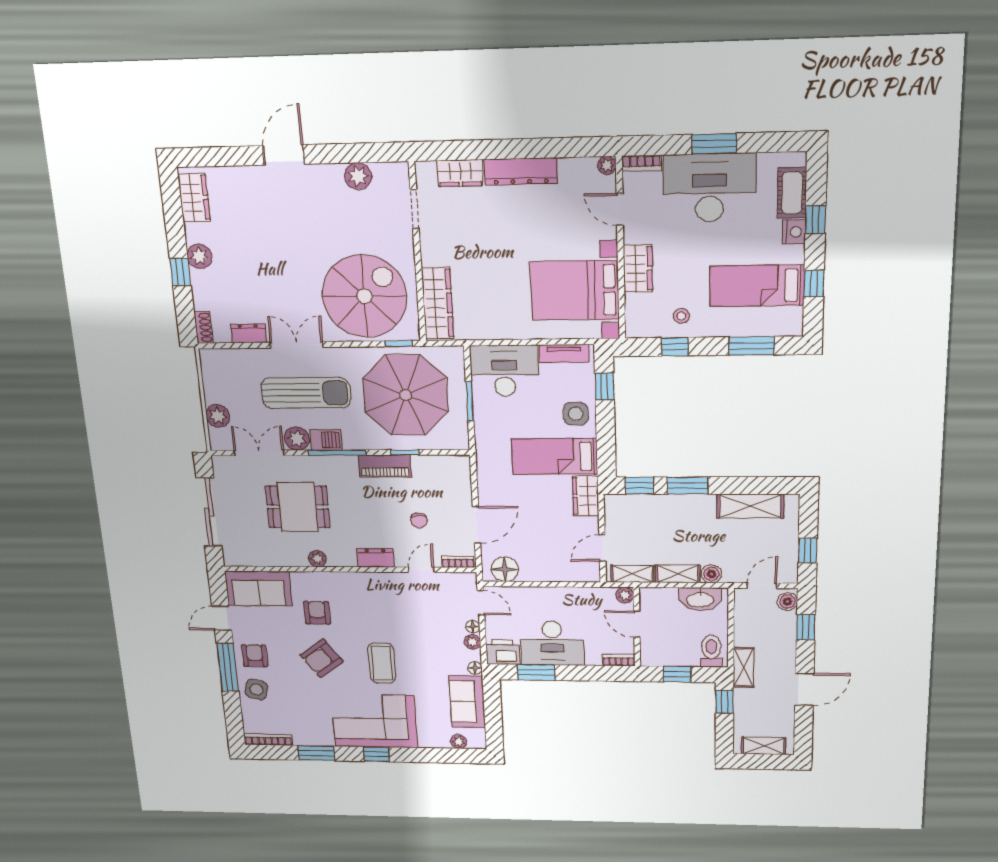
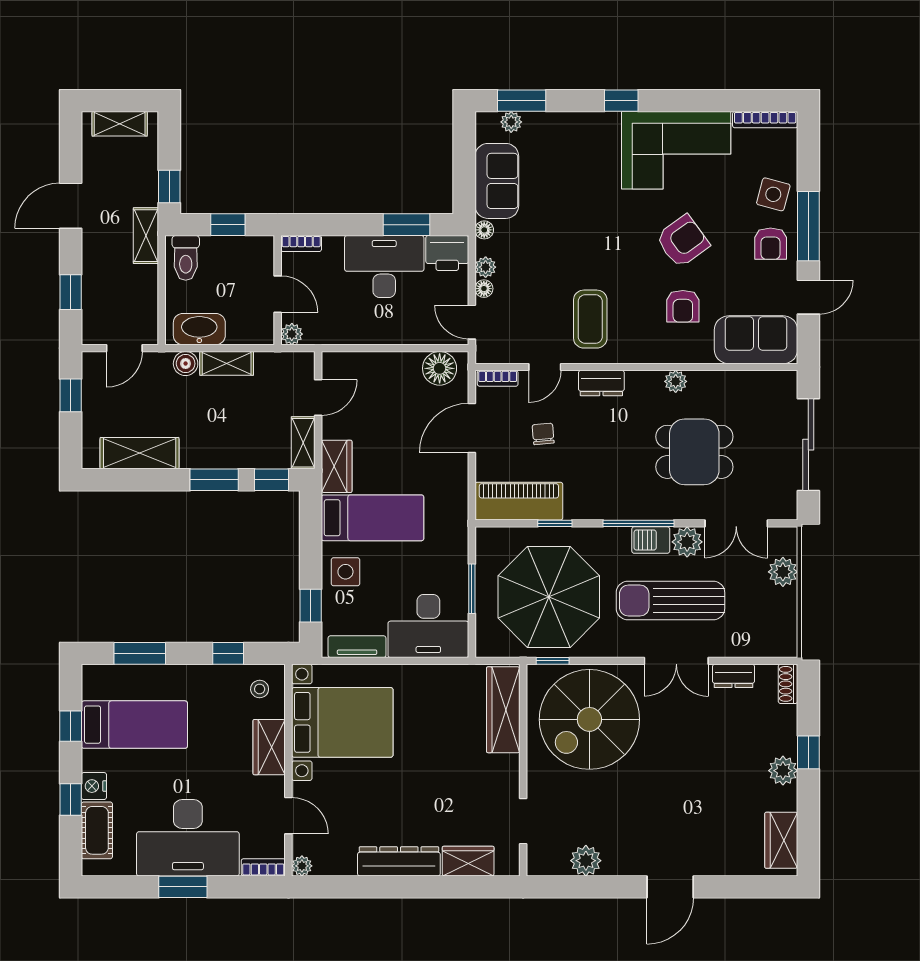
stool: (681, 316) -> (260, 689), moved
piano: (385, 466) -> (519, 501), moved, width x1.37, depth x1.33
shelving: (633, 574) -> (303, 443), moved, turned 90
boiler: (787, 602) -> (93, 327), removed
coffee table: (382, 663) -> (590, 319), moved
corner sofa: (374, 721) -> (676, 150), moved
window: (316, 753) -> (522, 101), moved

